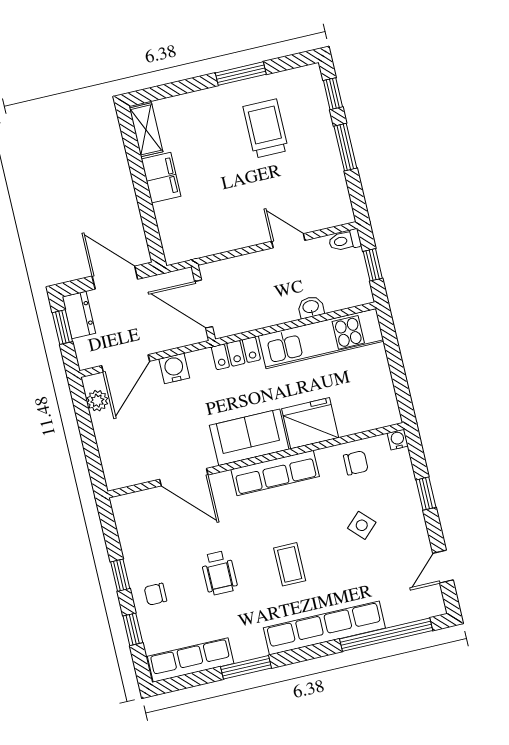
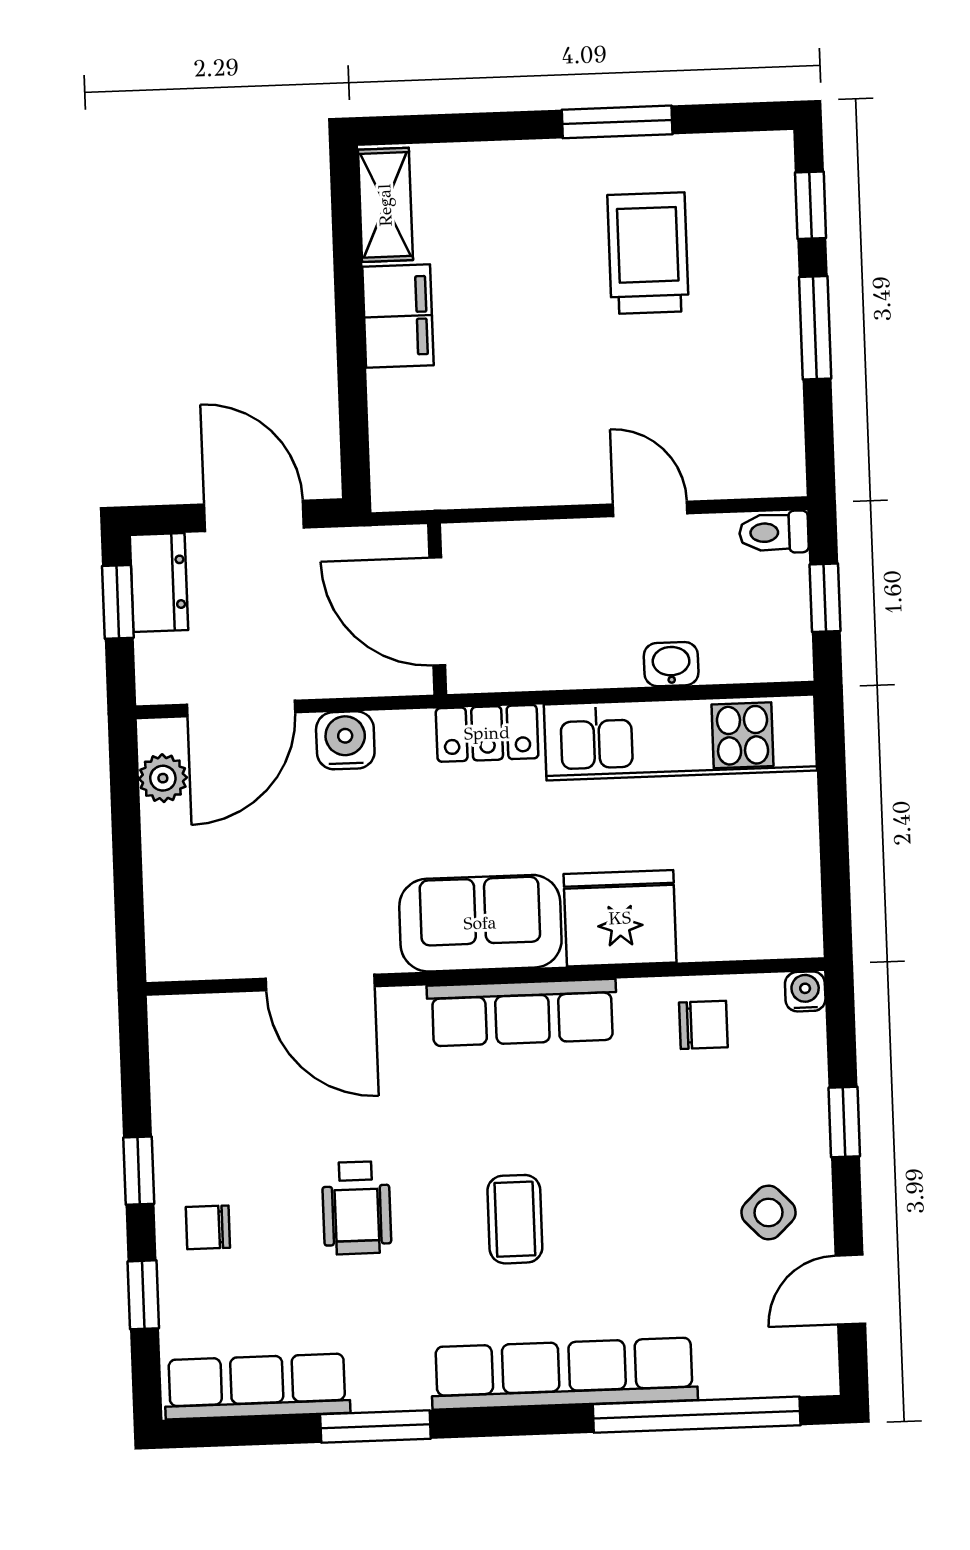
side table: (362, 525) -> (768, 1213), moved

